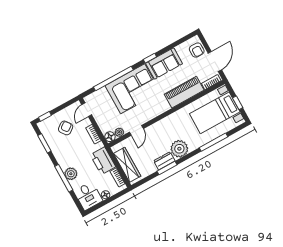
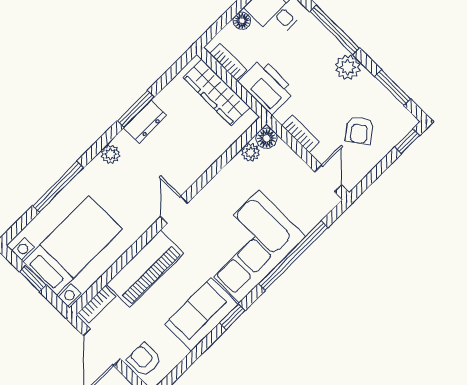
door: (136, 130) -> (174, 210), moved
plant: (179, 149) -> (110, 154), width x0.53, depth x0.53
plant: (71, 174) -> (348, 67), moved

